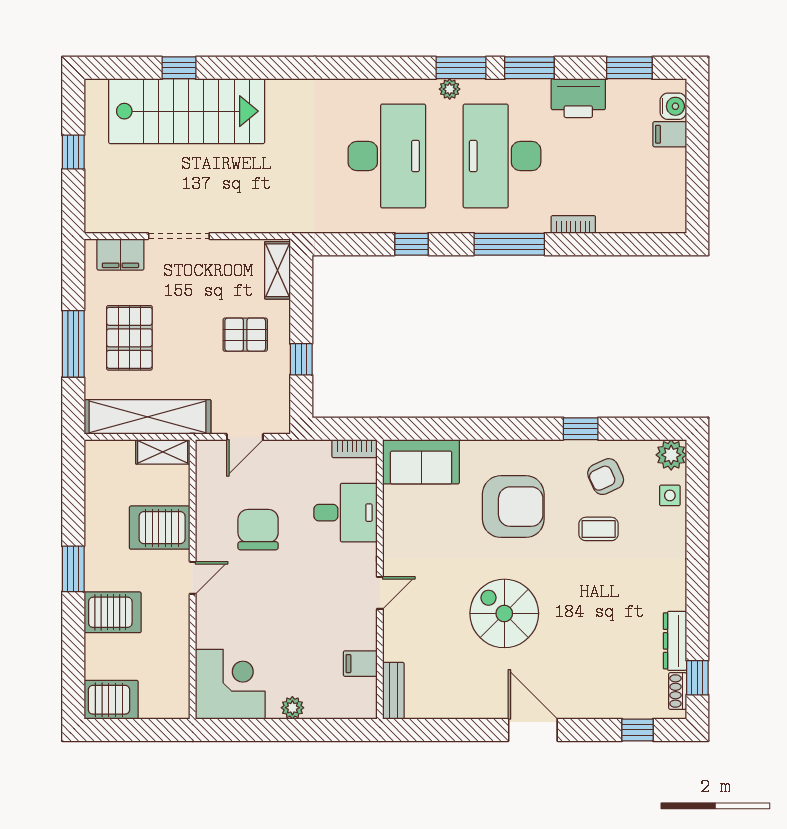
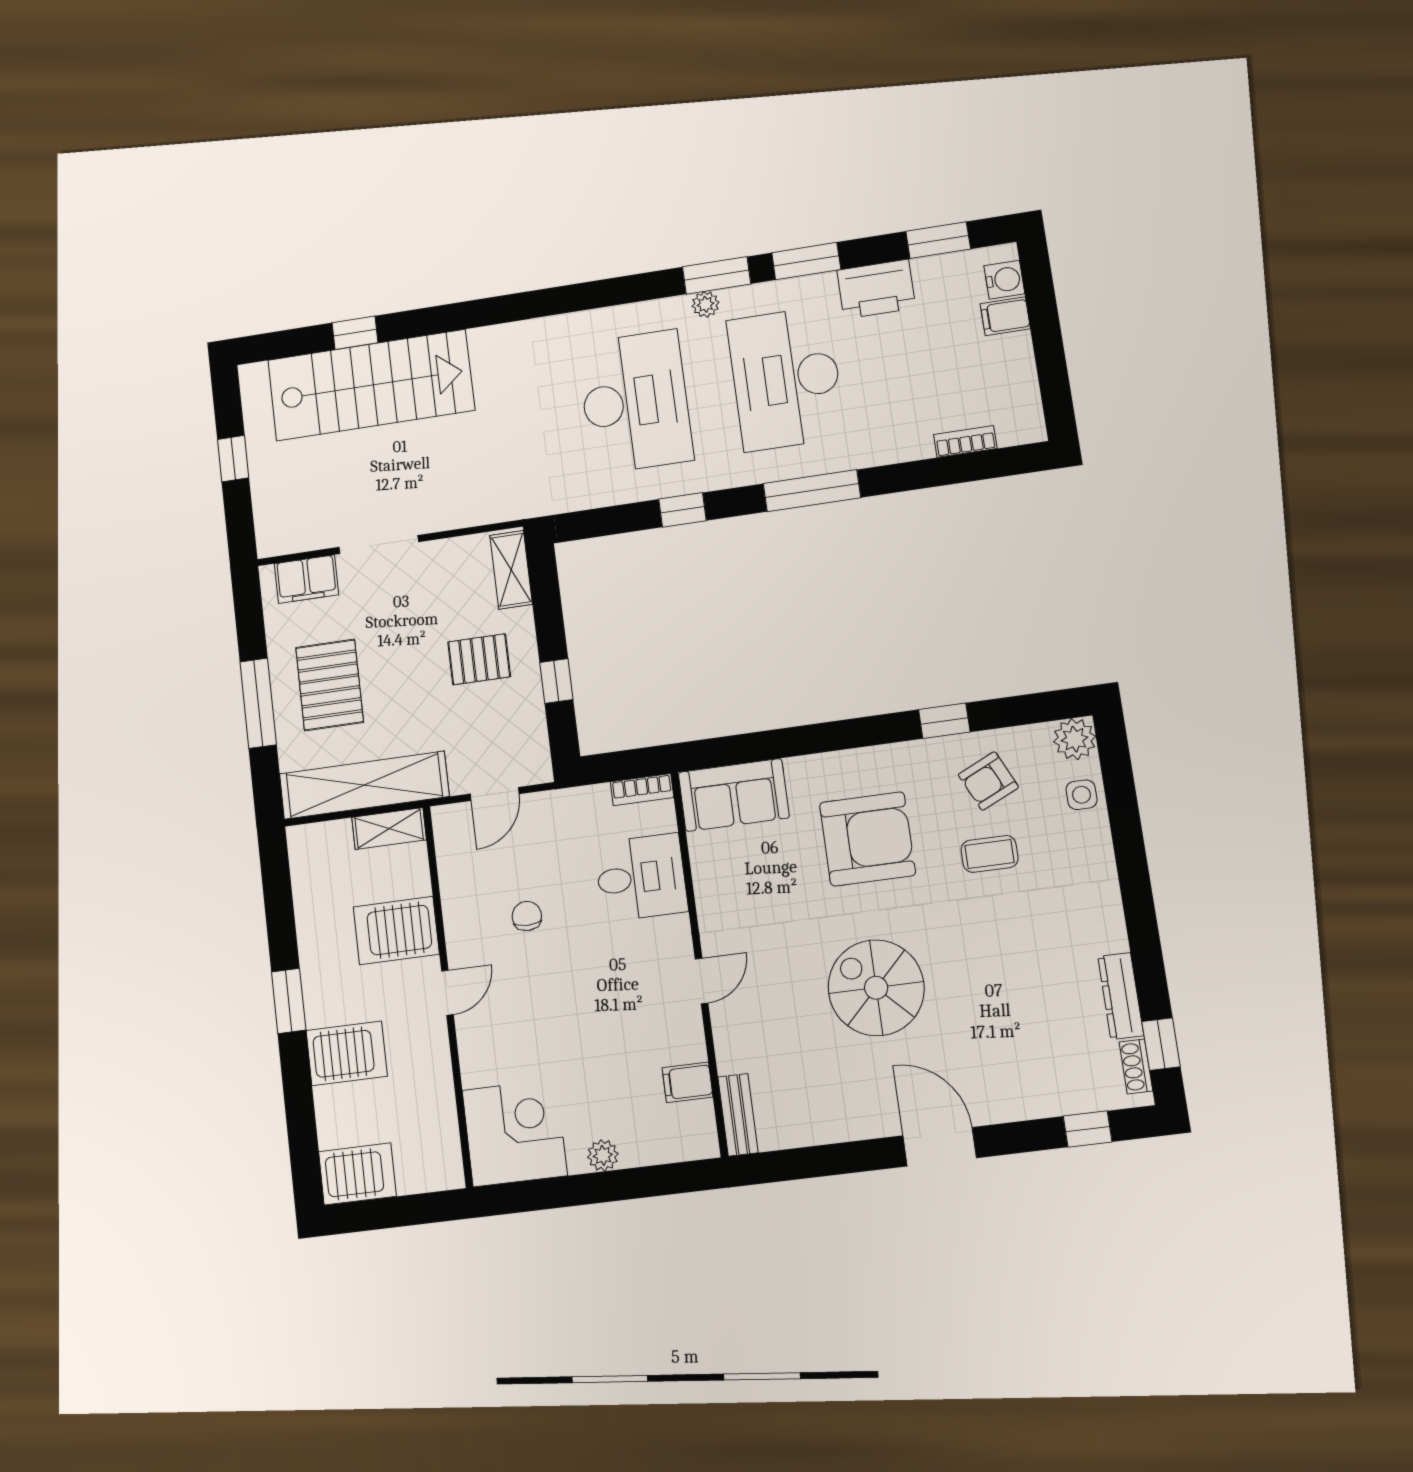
bookcase: (573, 224) -> (965, 441), moved
chair: (258, 530) -> (527, 916), width x0.54, depth x0.54

